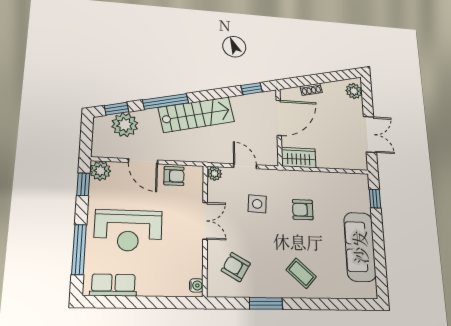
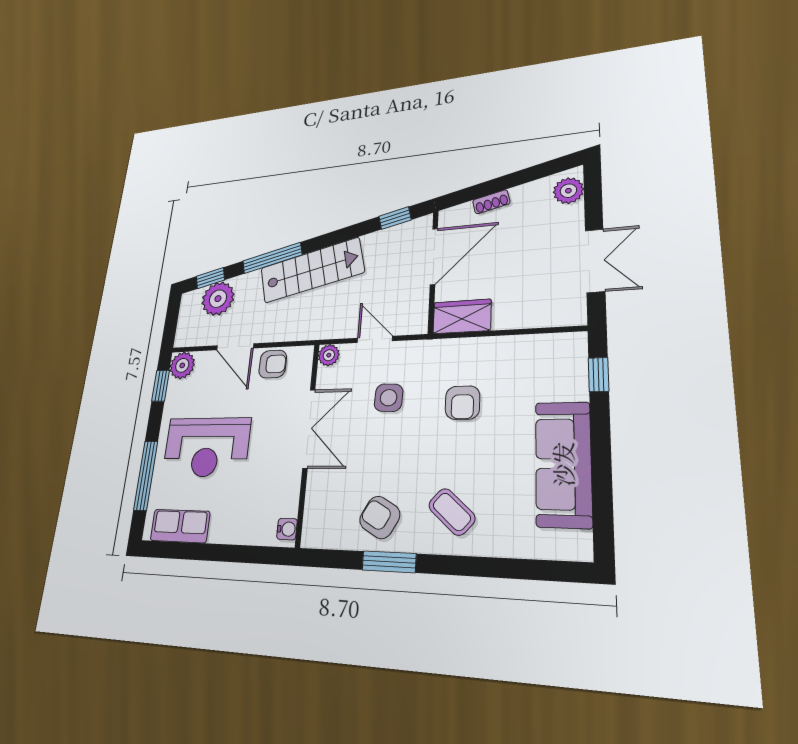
armchair: (303, 210) -> (462, 403), turned -90
double door: (205, 221) -> (309, 429), width x1.37
armchair: (236, 267) -> (380, 517), moved

